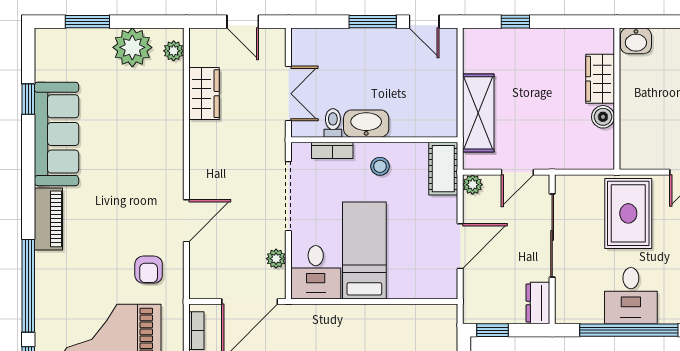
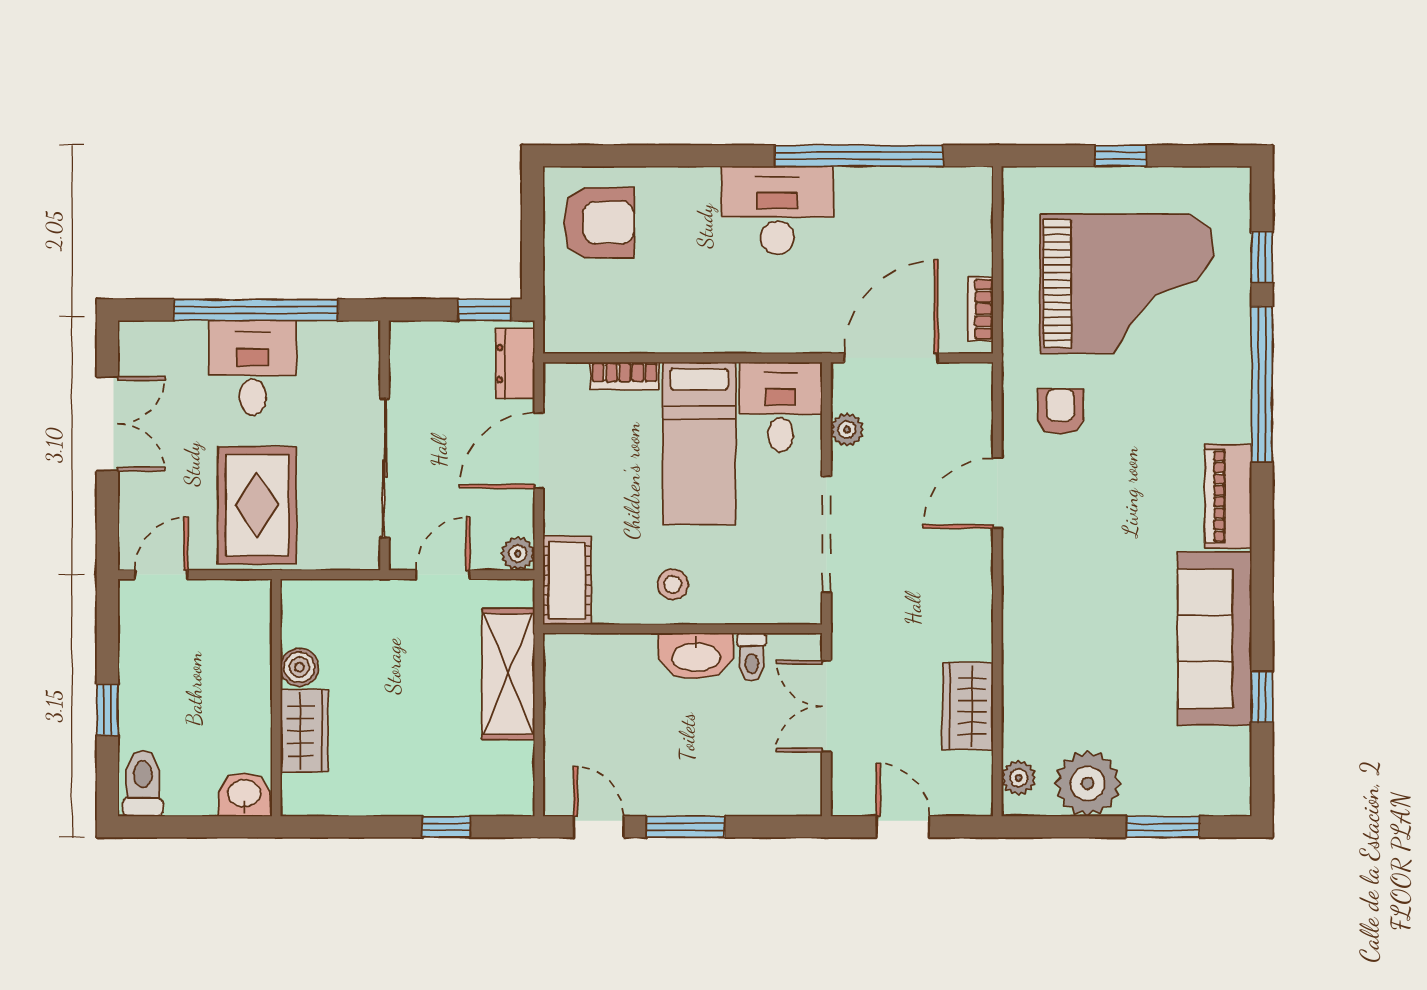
bookcase: (332, 150) -> (625, 376), moved, turned 180
dresser: (538, 303) -> (515, 364), moved, turned 180

